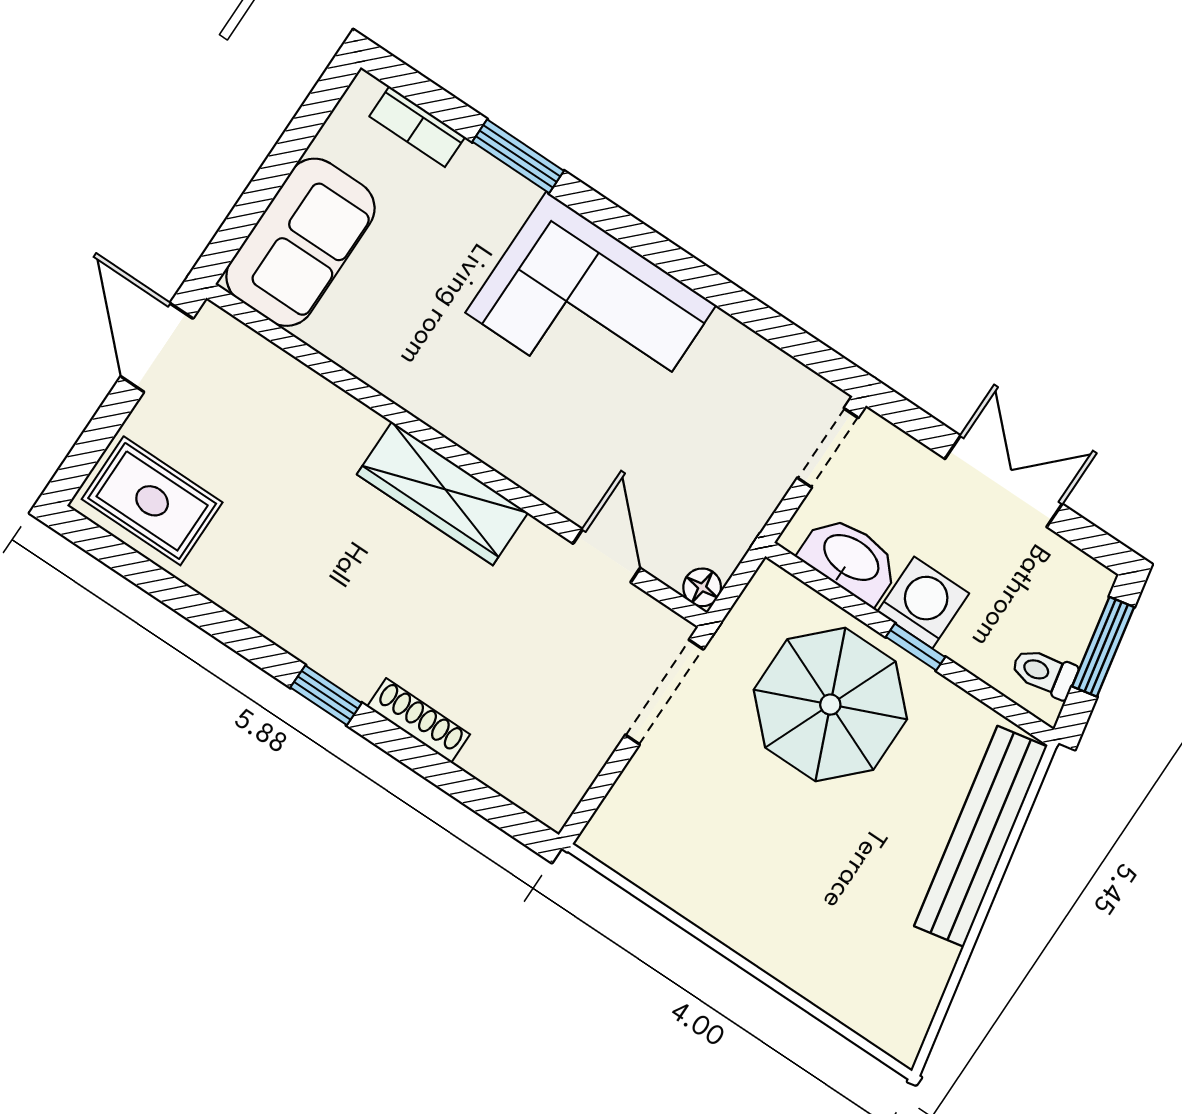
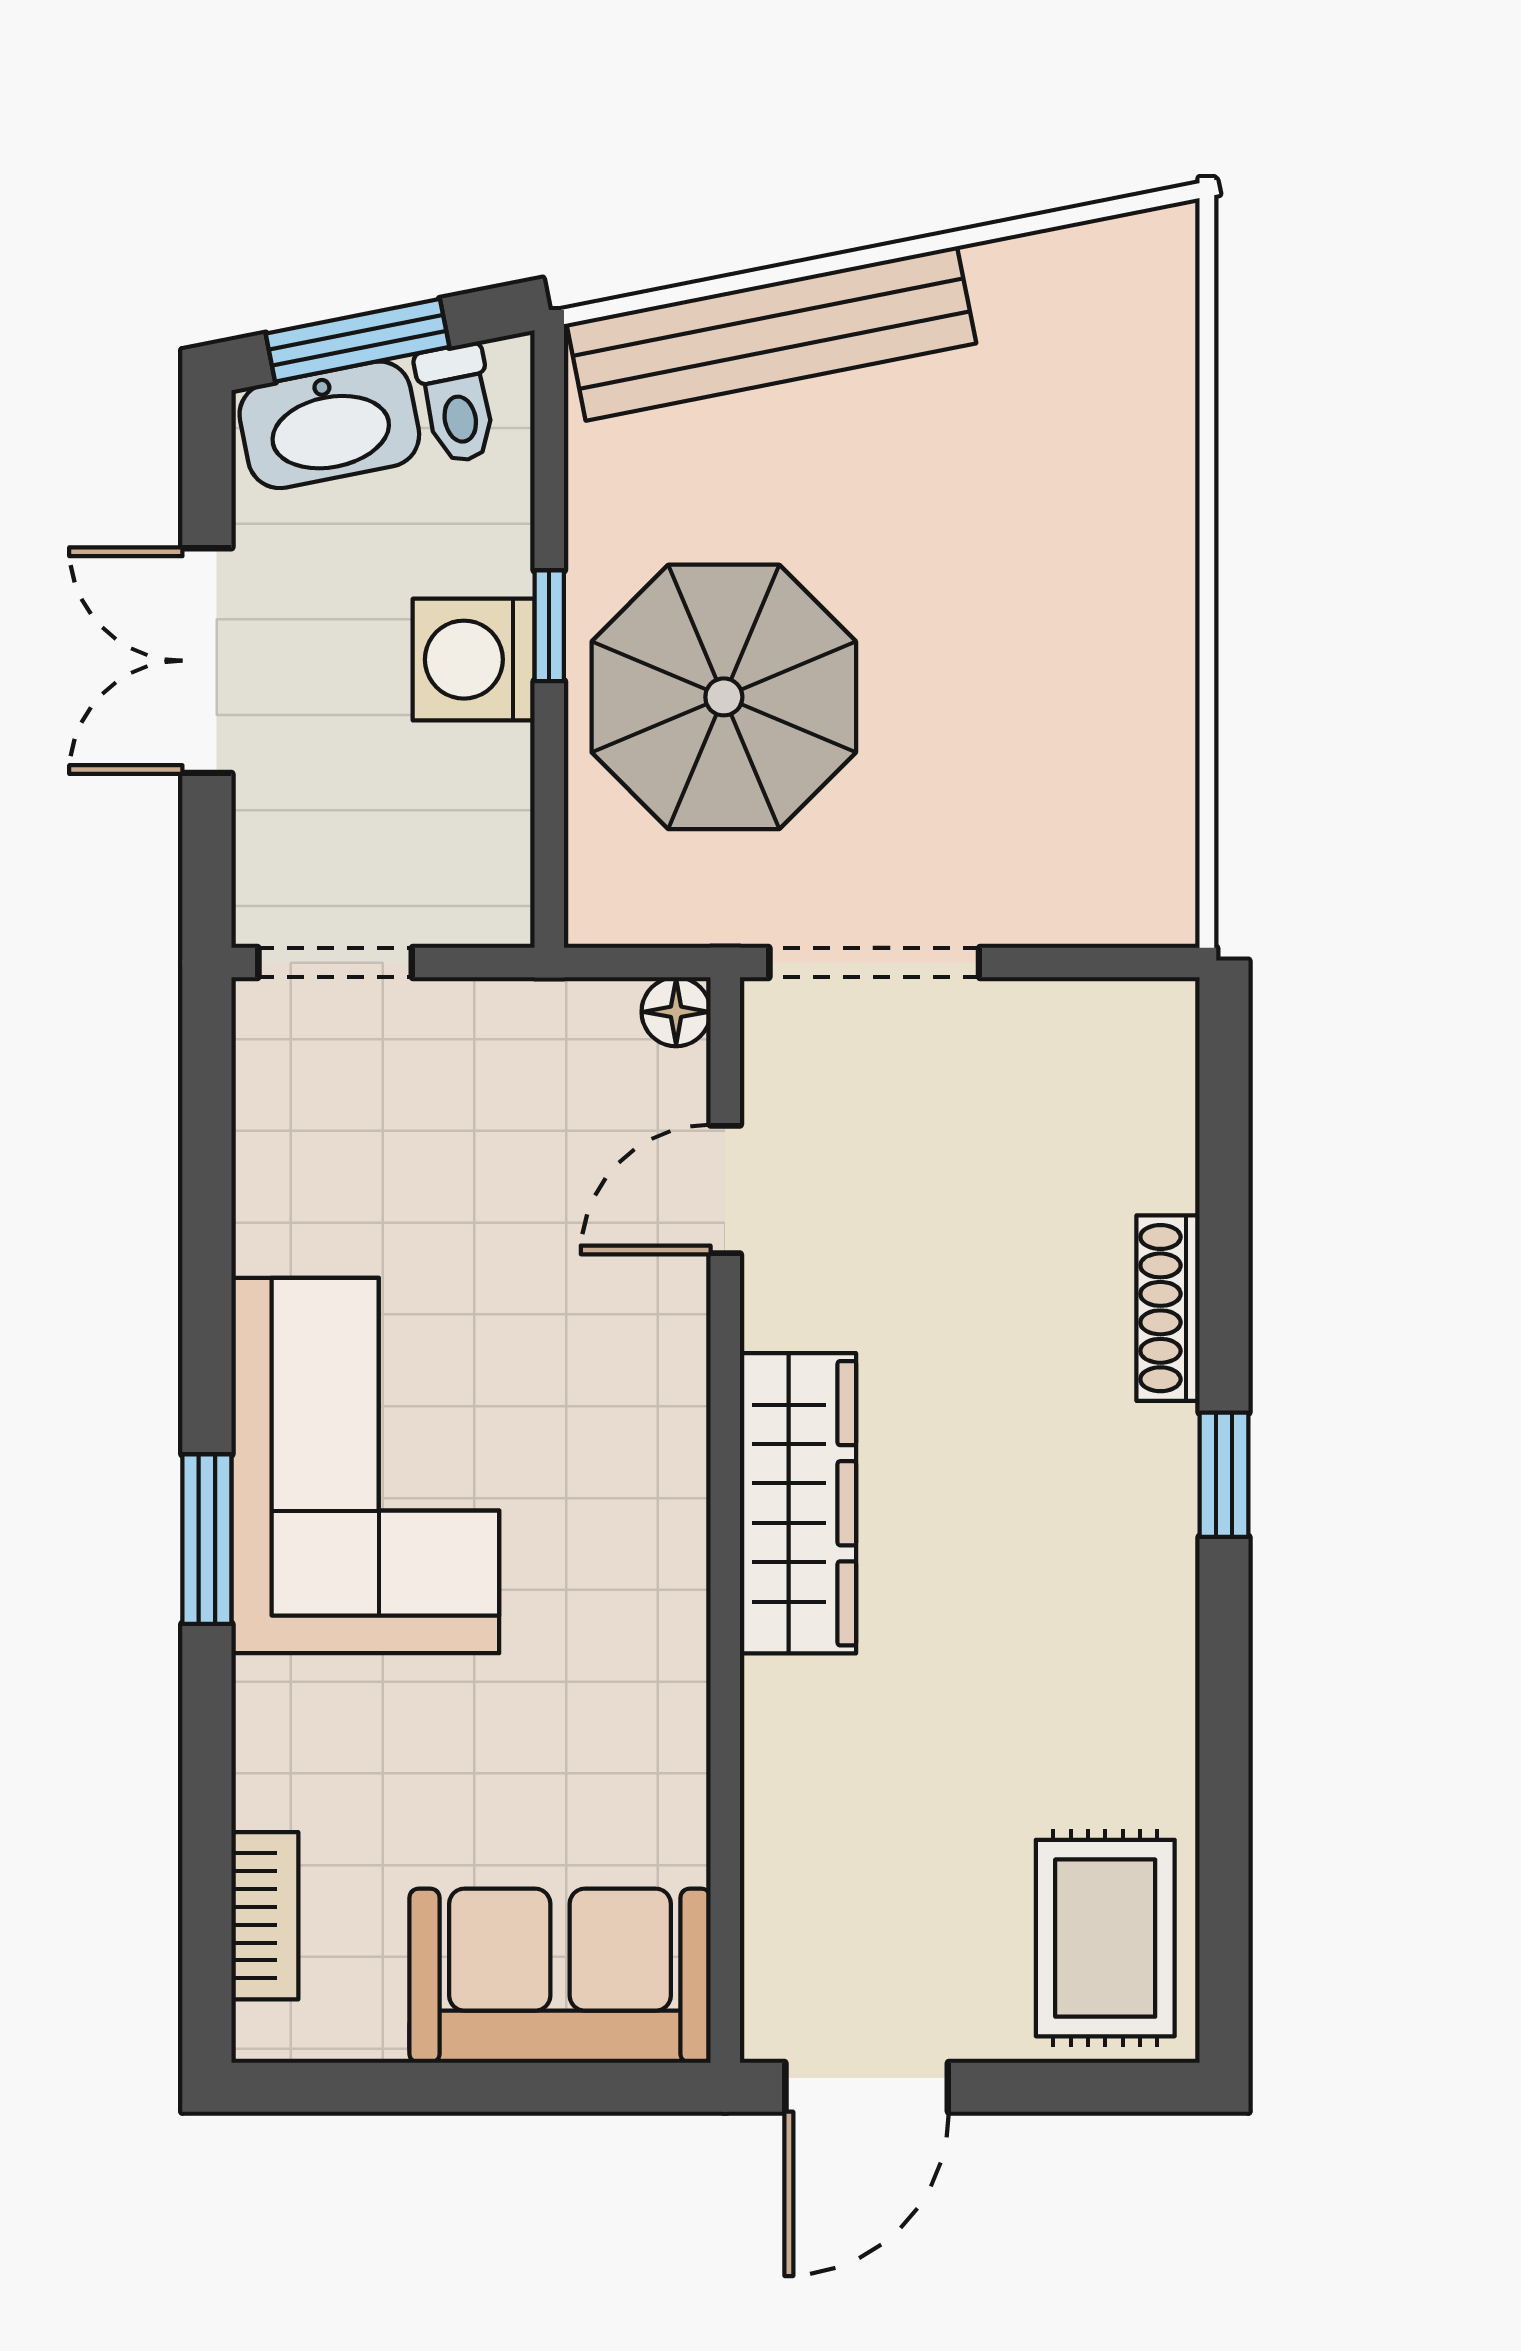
window: (518, 156) -> (207, 1539), moved
washbasin: (850, 559) -> (329, 425), moved, turned -101

